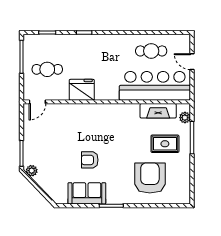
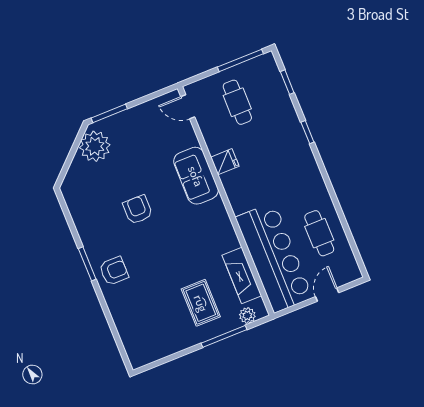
fridge: (82, 90) -> (225, 162), width x0.53, depth x0.75
plant: (32, 171) -> (95, 146), width x1.88, depth x1.88
armchair: (150, 178) -> (114, 271), moved, width x0.53, depth x0.53
sofa: (87, 193) -> (196, 176), moved, turned 180

